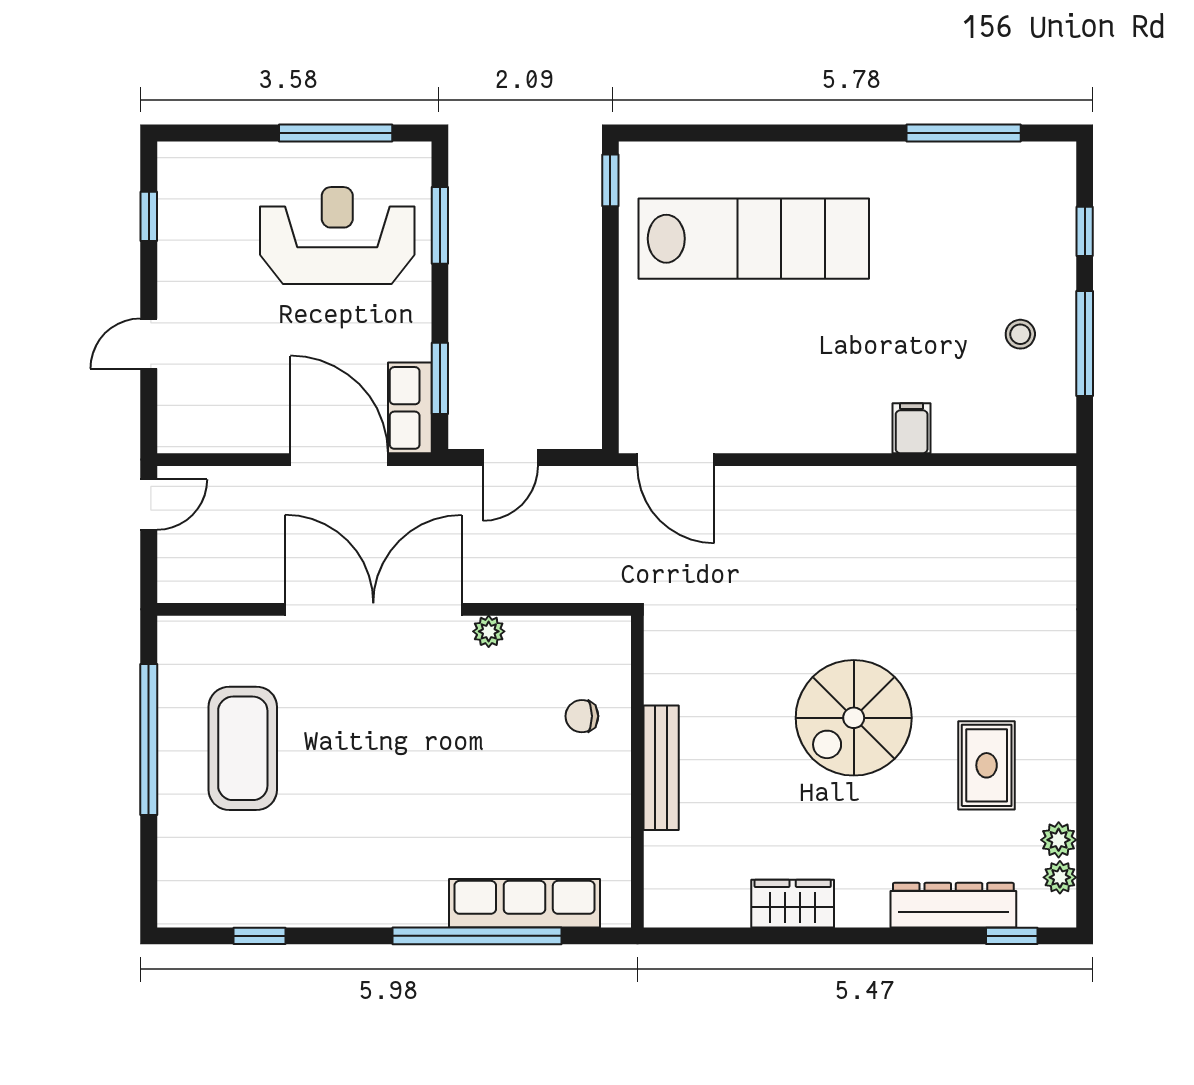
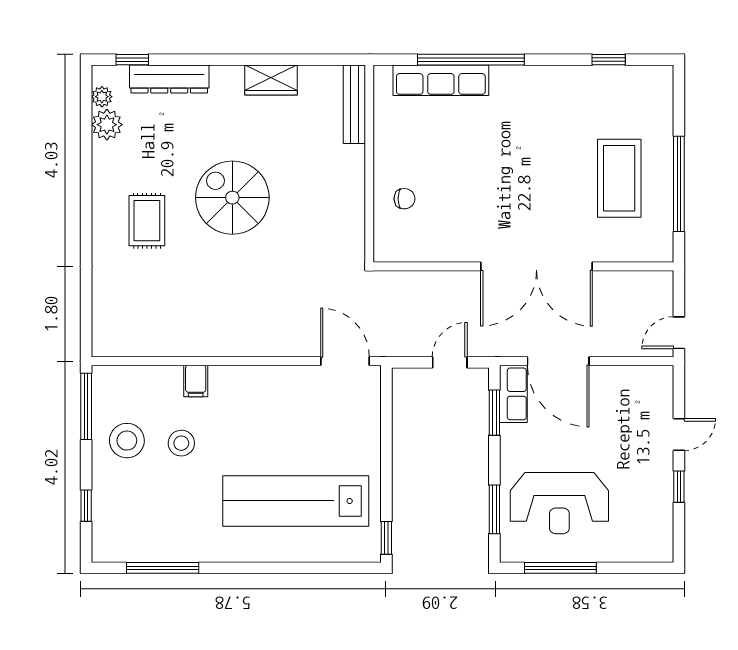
window: (149, 216) -> (679, 487), moved
stool: (934, 330) -> (181, 443), added
stool: (1020, 334) -> (127, 441), width x1.89, depth x1.89
window: (1085, 343) -> (86, 406), moved
plant: (489, 631) -> (463, 252), removed
spiral stairs: (854, 718) -> (232, 198), turned -90
rug: (987, 765) -> (147, 221), moved
bench: (661, 768) -> (354, 104), moved
plant: (1059, 840) -> (107, 125), width x1.38, depth x1.38

